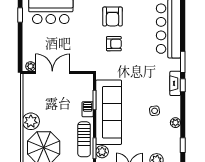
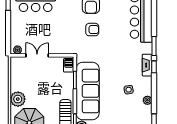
double door: (52, 72) -> (37, 55), width x0.73
barbecue: (88, 109) -> (69, 65), moved

